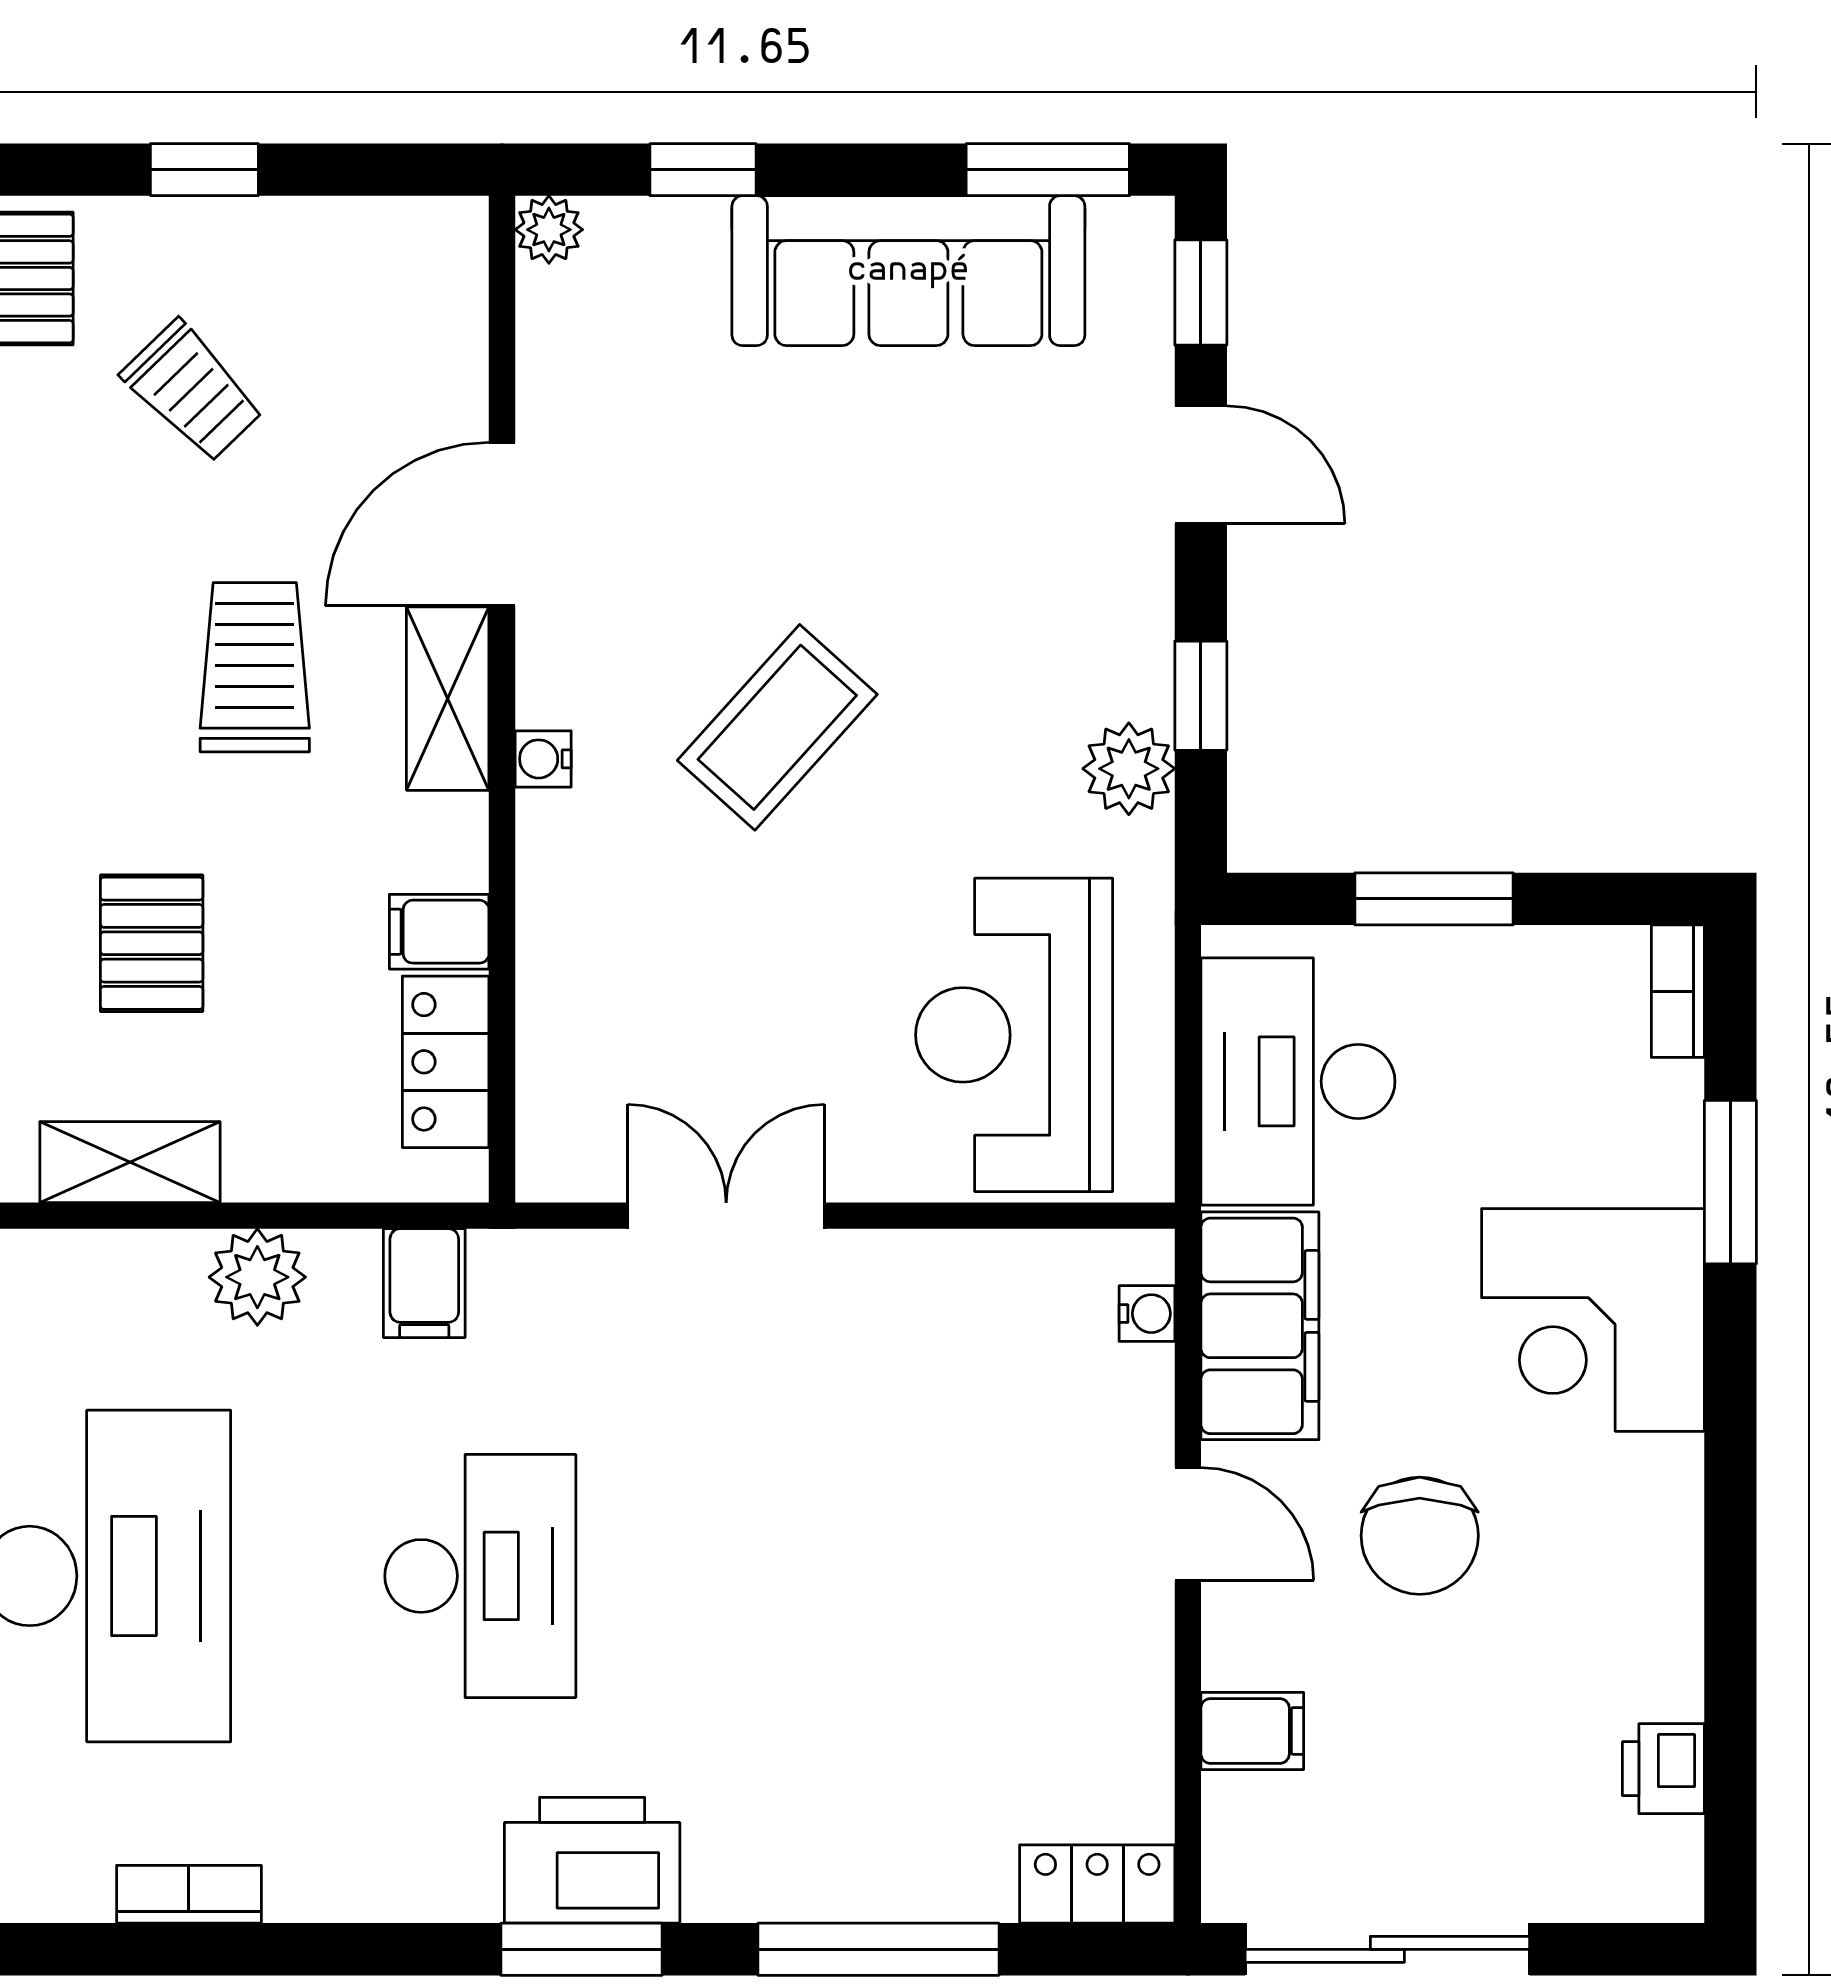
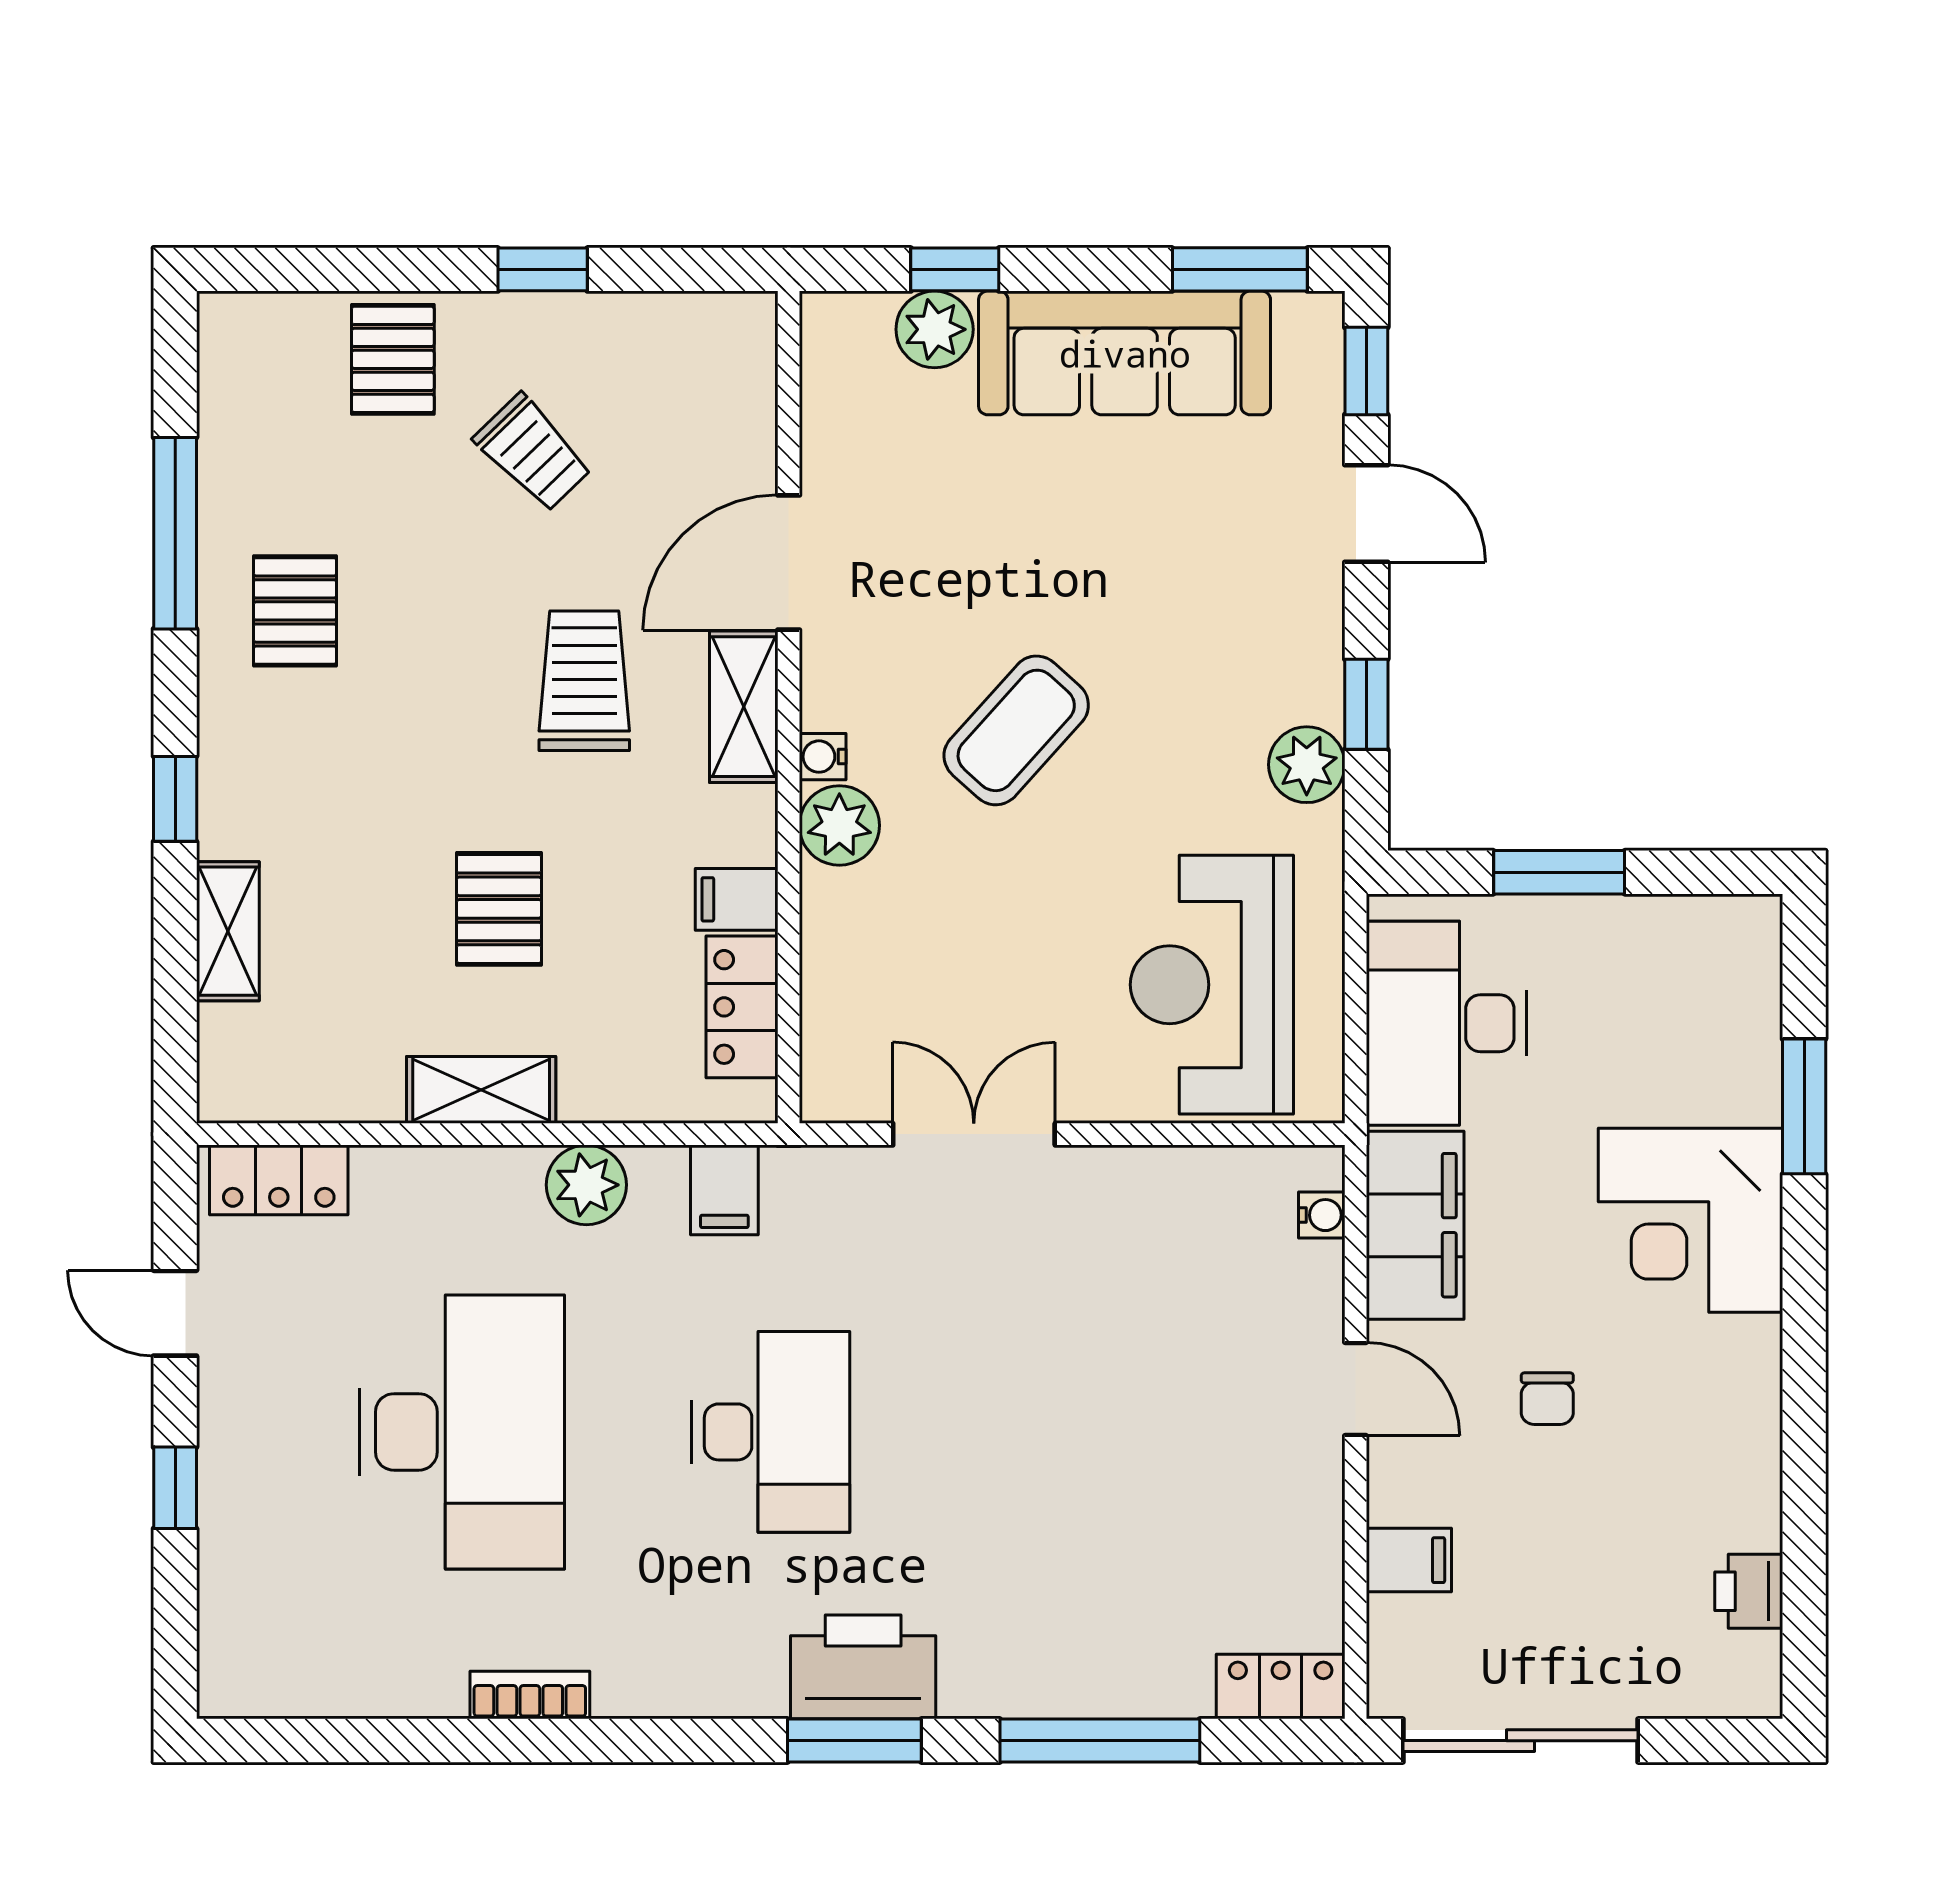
plant: (549, 230) -> (935, 329), moved, width x1.38, depth x1.38
plant: (563, 842) -> (839, 825), added
bookcase: (1678, 991) -> (1761, 949), removed
chair: (1420, 1536) -> (1547, 1399), width x0.54, depth x0.54

